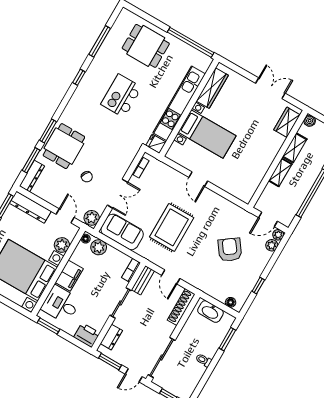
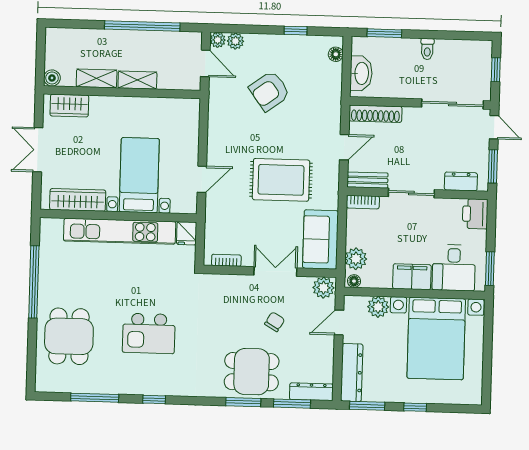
wardrobe: (212, 88) -> (78, 200), moved
kitchen unit: (179, 103) -> (120, 231), moved
wall: (189, 108) -> (118, 216), moved
bed with nightstands: (207, 134) -> (139, 175), moved
fridge: (156, 144) -> (187, 233), moved

